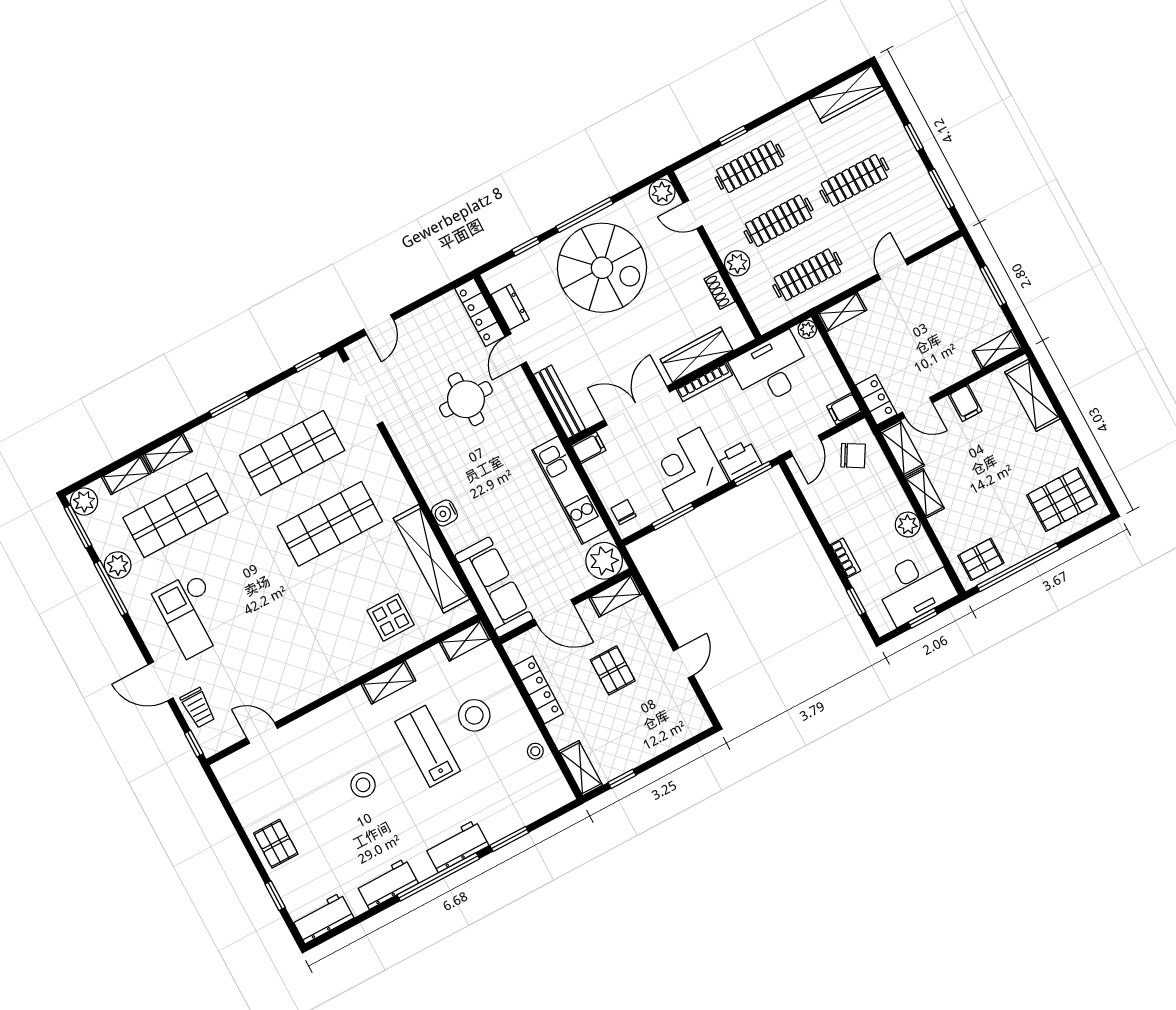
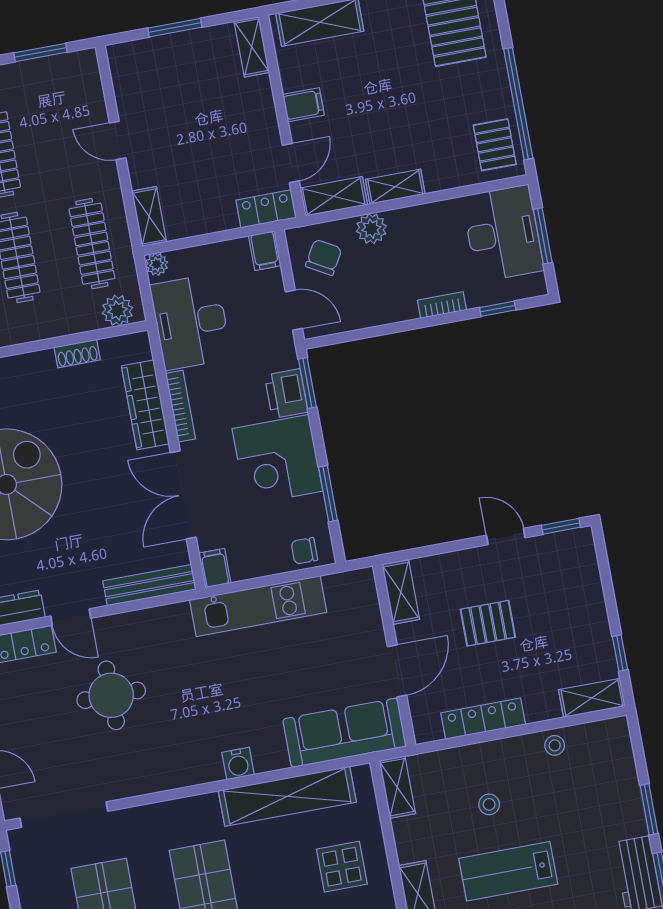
plant: (737, 263) -> (117, 310), moved
plant: (908, 525) -> (371, 229), moved
plant: (604, 561) -> (355, 592), removed
window: (923, 618) -> (543, 236), width x1.50
window: (705, 703) -> (561, 526), added
stool: (474, 715) -> (489, 804), width x0.53, depth x0.53

